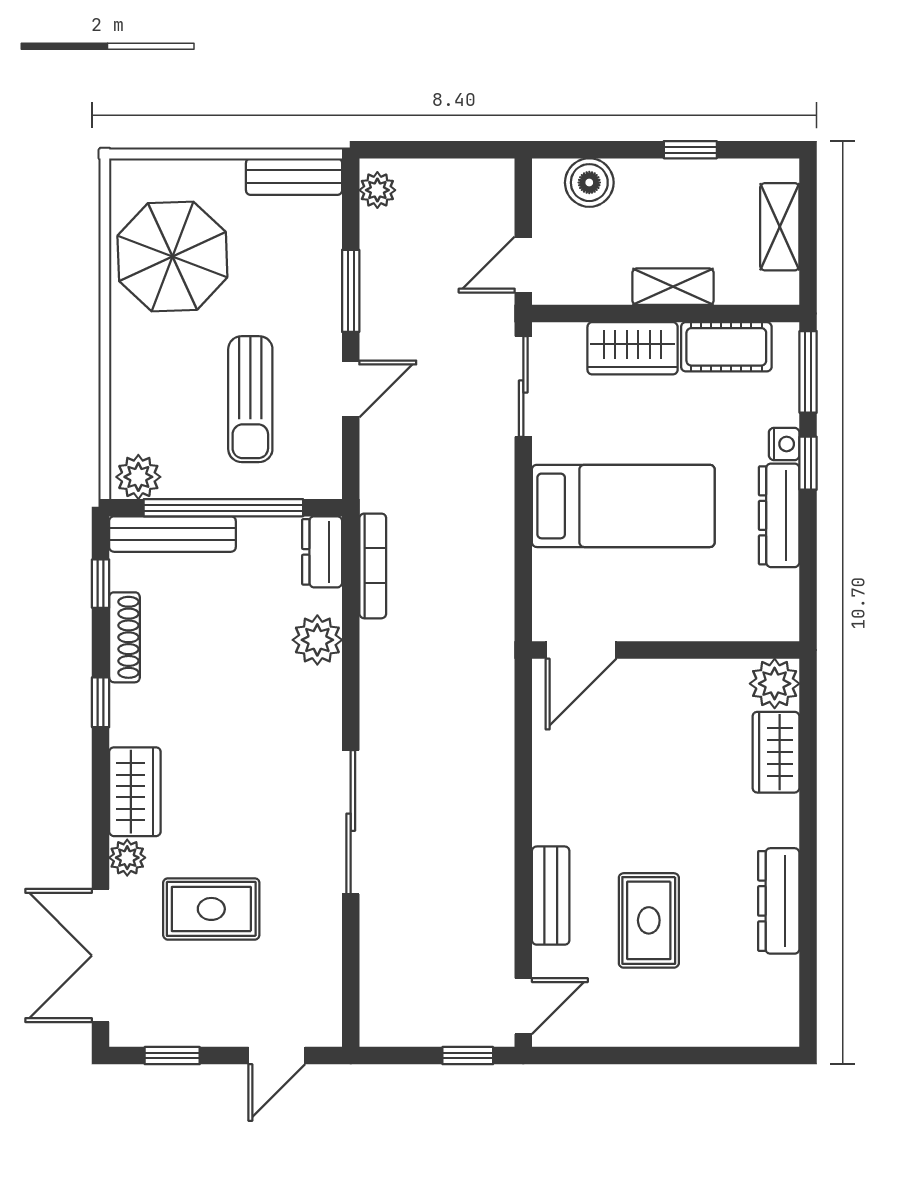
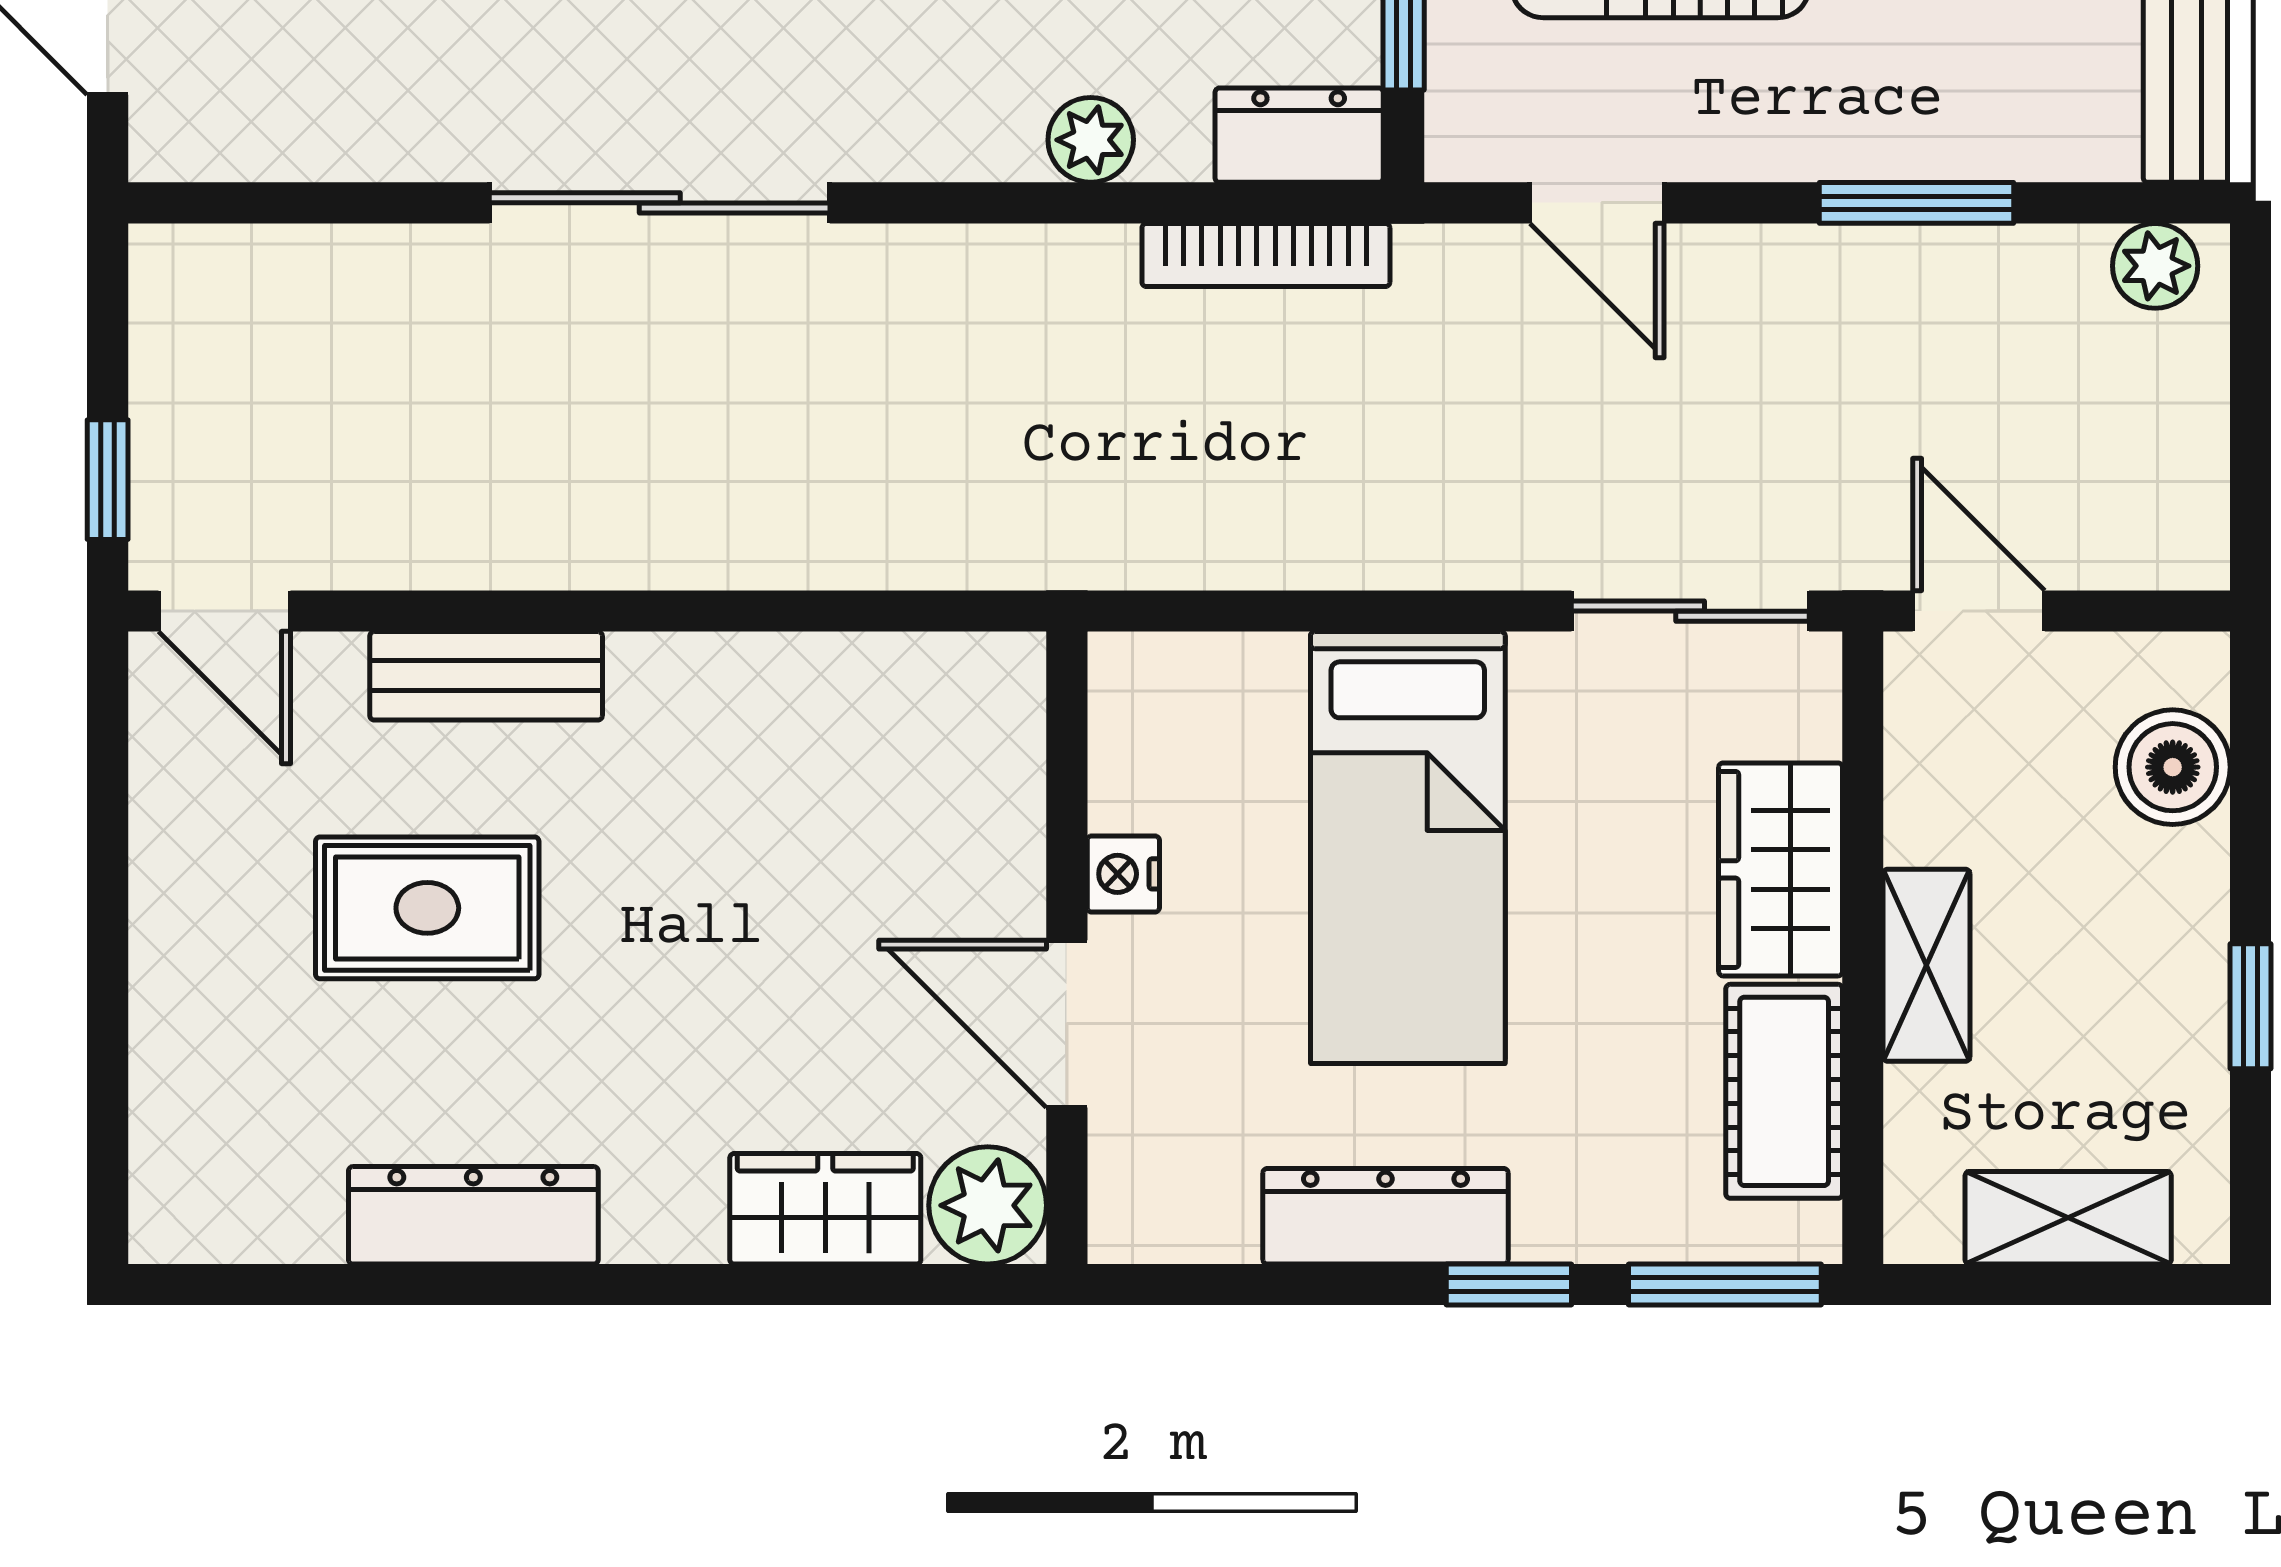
door: (351, 389) -> (1597, 203), moved
nightstand: (784, 444) -> (1123, 874), moved, turned 90
plant: (317, 640) -> (1091, 140), width x0.73, depth x0.73
door: (581, 650) -> (1067, 1024), moved

